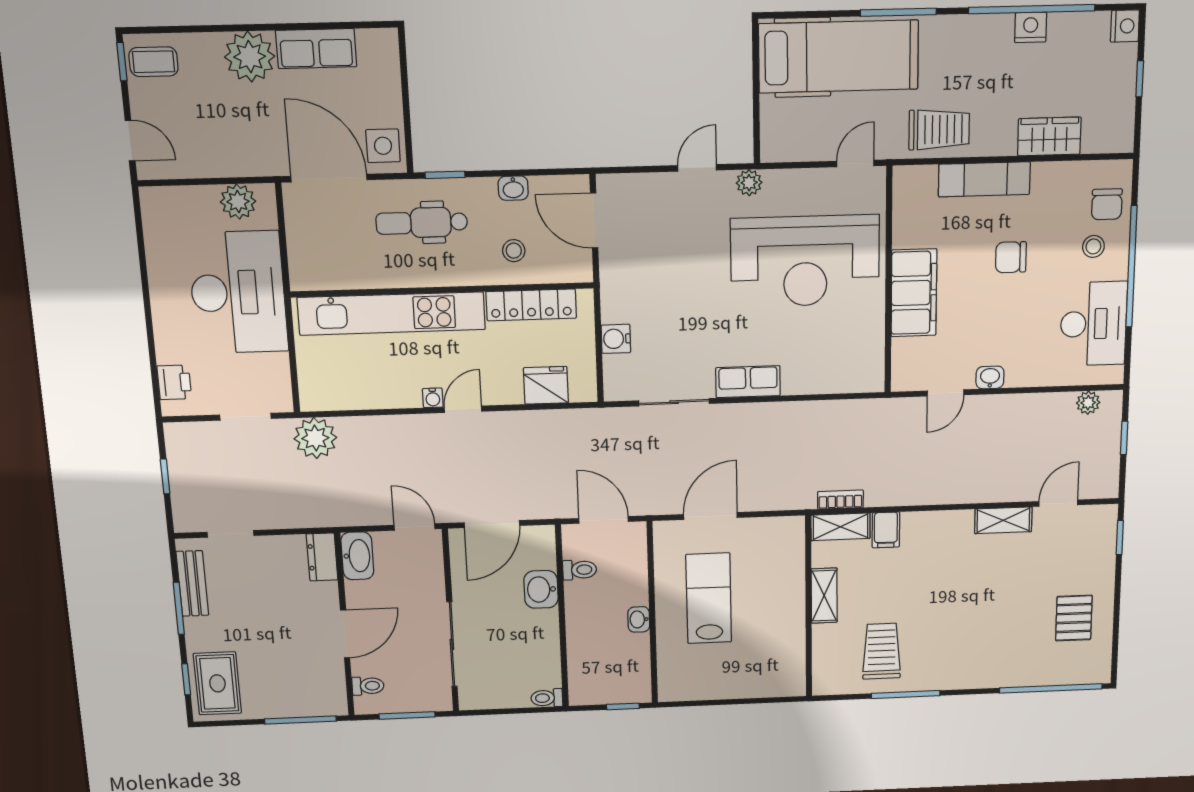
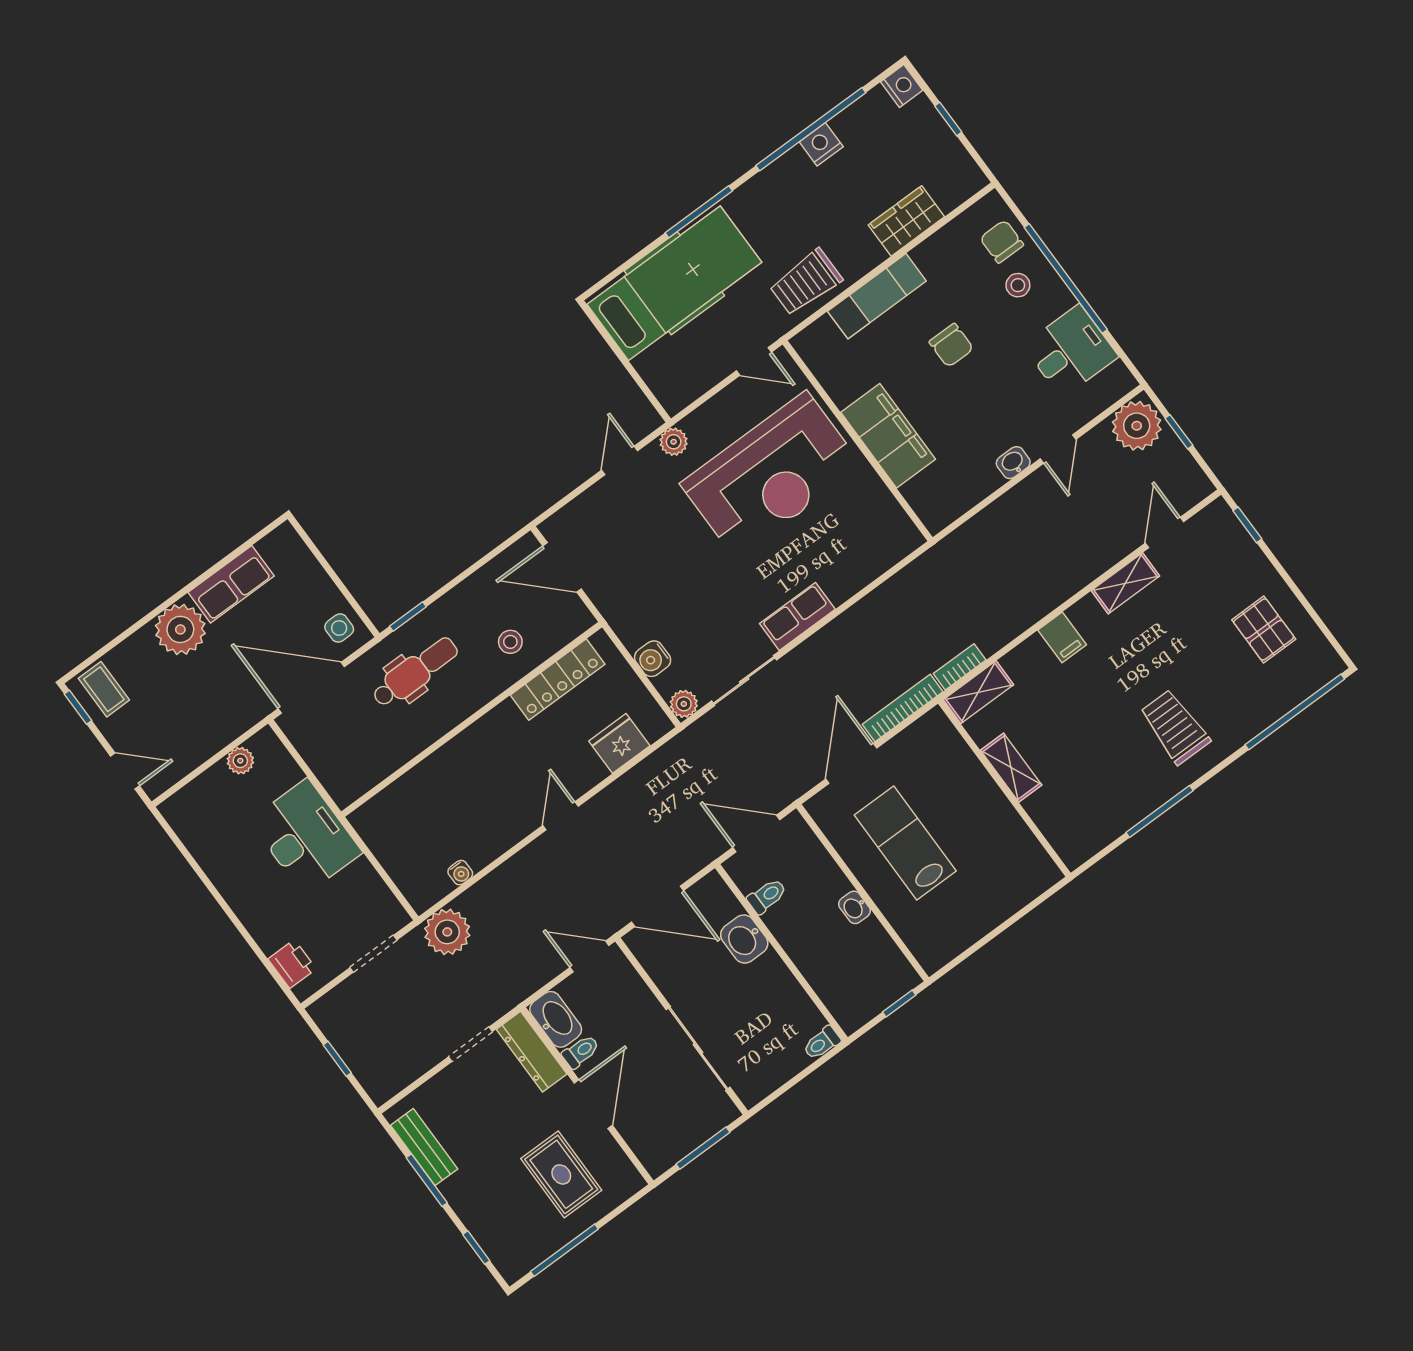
coffee table: (153, 62) -> (104, 689), turned 90
trolley: (939, 129) -> (806, 282), turned 180
side table: (383, 146) -> (339, 628), width x0.73, depth x0.73
door: (855, 163) -> (754, 361), swing flipped
washbasin: (513, 188) -> (474, 588), removed
plant: (238, 202) -> (240, 761), width x0.73, depth x0.73
chair: (1107, 204) -> (1002, 242), turned 180
dental chair: (422, 223) -> (415, 672), turned 180
chair: (1011, 257) -> (951, 345), turned -90
desk: (238, 292) -> (306, 837), width x0.73, depth x0.77
kitchen unit: (391, 314) -> (441, 771), removed
desk: (1094, 324) -> (1071, 351), width x0.73
plant: (616, 389) -> (684, 704), added
door: (946, 393) -> (1058, 449), moved
water cooler: (433, 398) -> (460, 873), moved
plant: (1088, 403) -> (1137, 426), width x1.88, depth x1.88
bookcase: (777, 501) -> (903, 708), added
door: (492, 524) -> (658, 906), hinge flipped
filing cabinet: (886, 530) -> (1062, 637), moved
doorway: (230, 534) -> (470, 1044), moved
dresser: (322, 557) -> (532, 1052), width x1.44
trolley: (882, 651) -> (1175, 727), moved
rug: (217, 683) -> (561, 1174), moved
toilet: (368, 686) -> (581, 1052), moved
window: (300, 720) -> (564, 1250), moved

